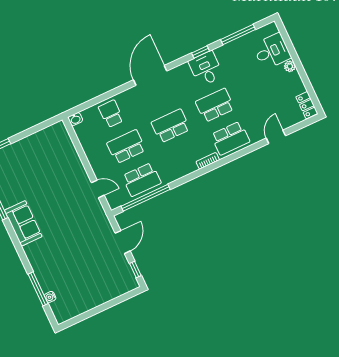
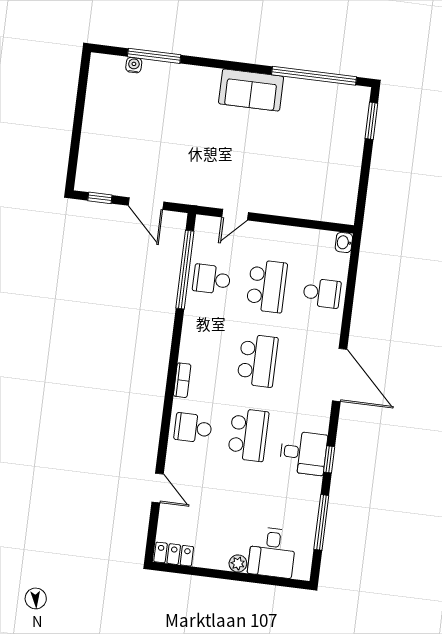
school desk: (230, 138) -> (193, 428), width x0.54
school desk: (142, 179) -> (212, 279), width x0.54

